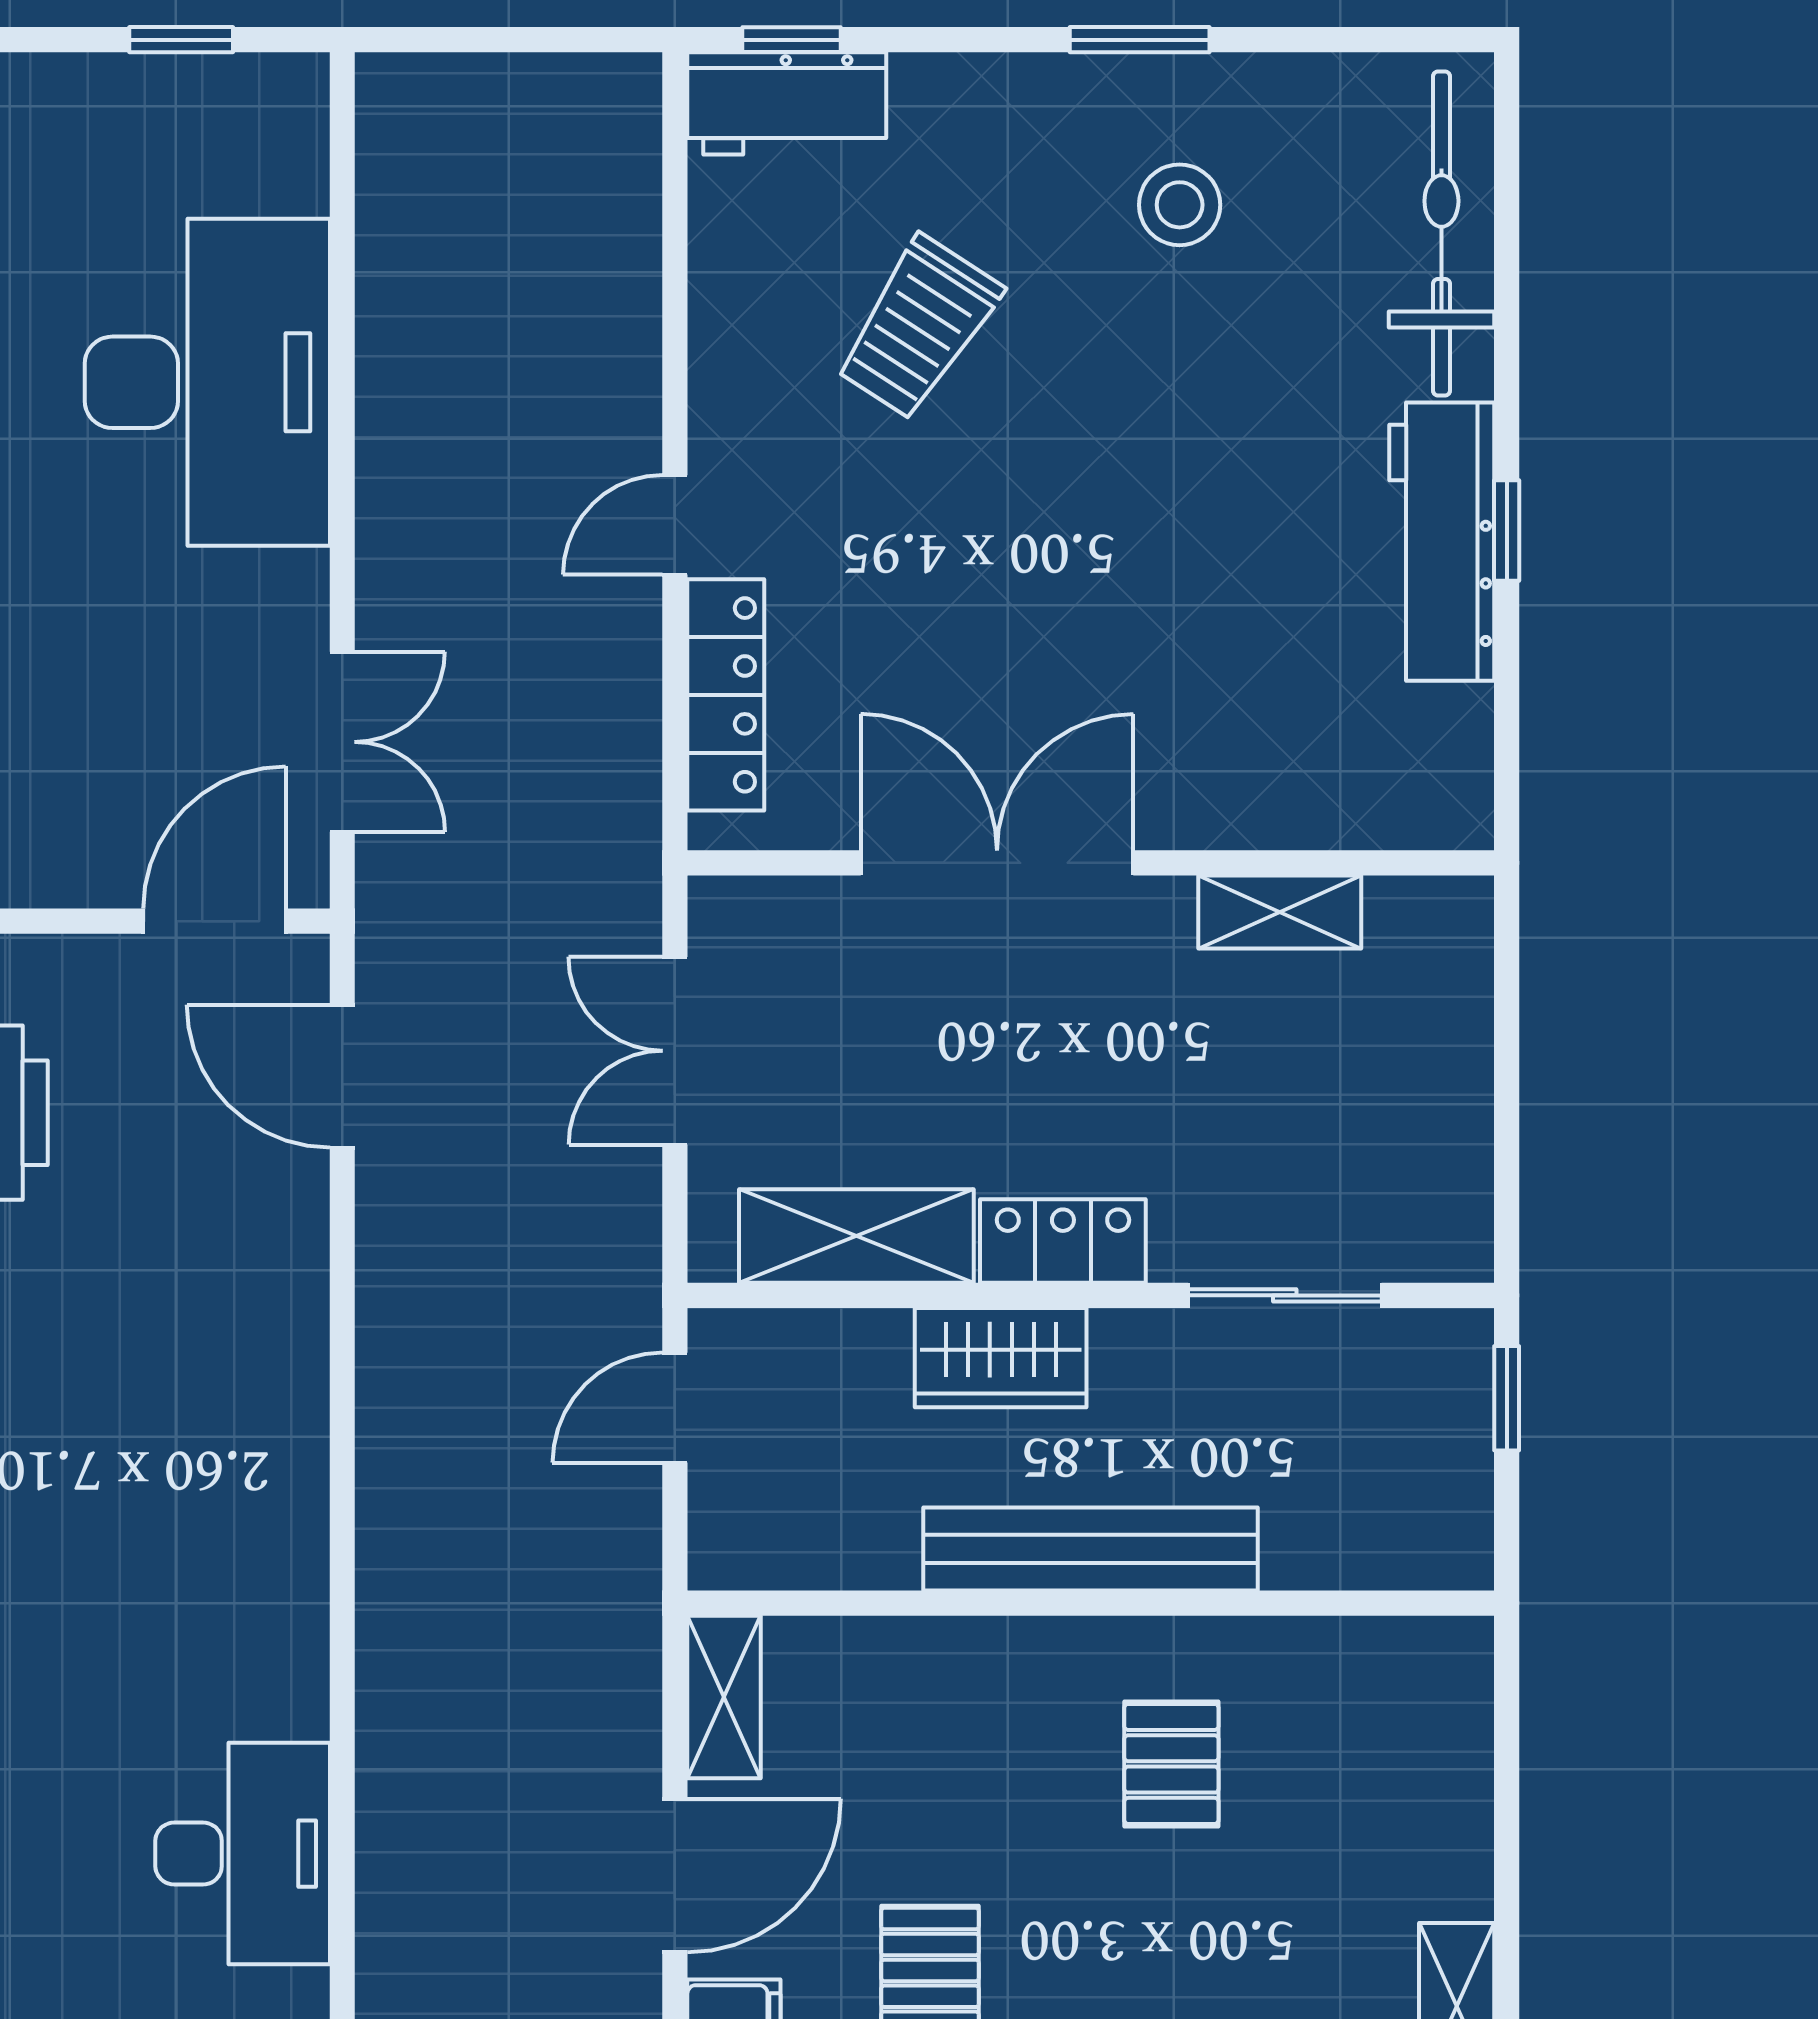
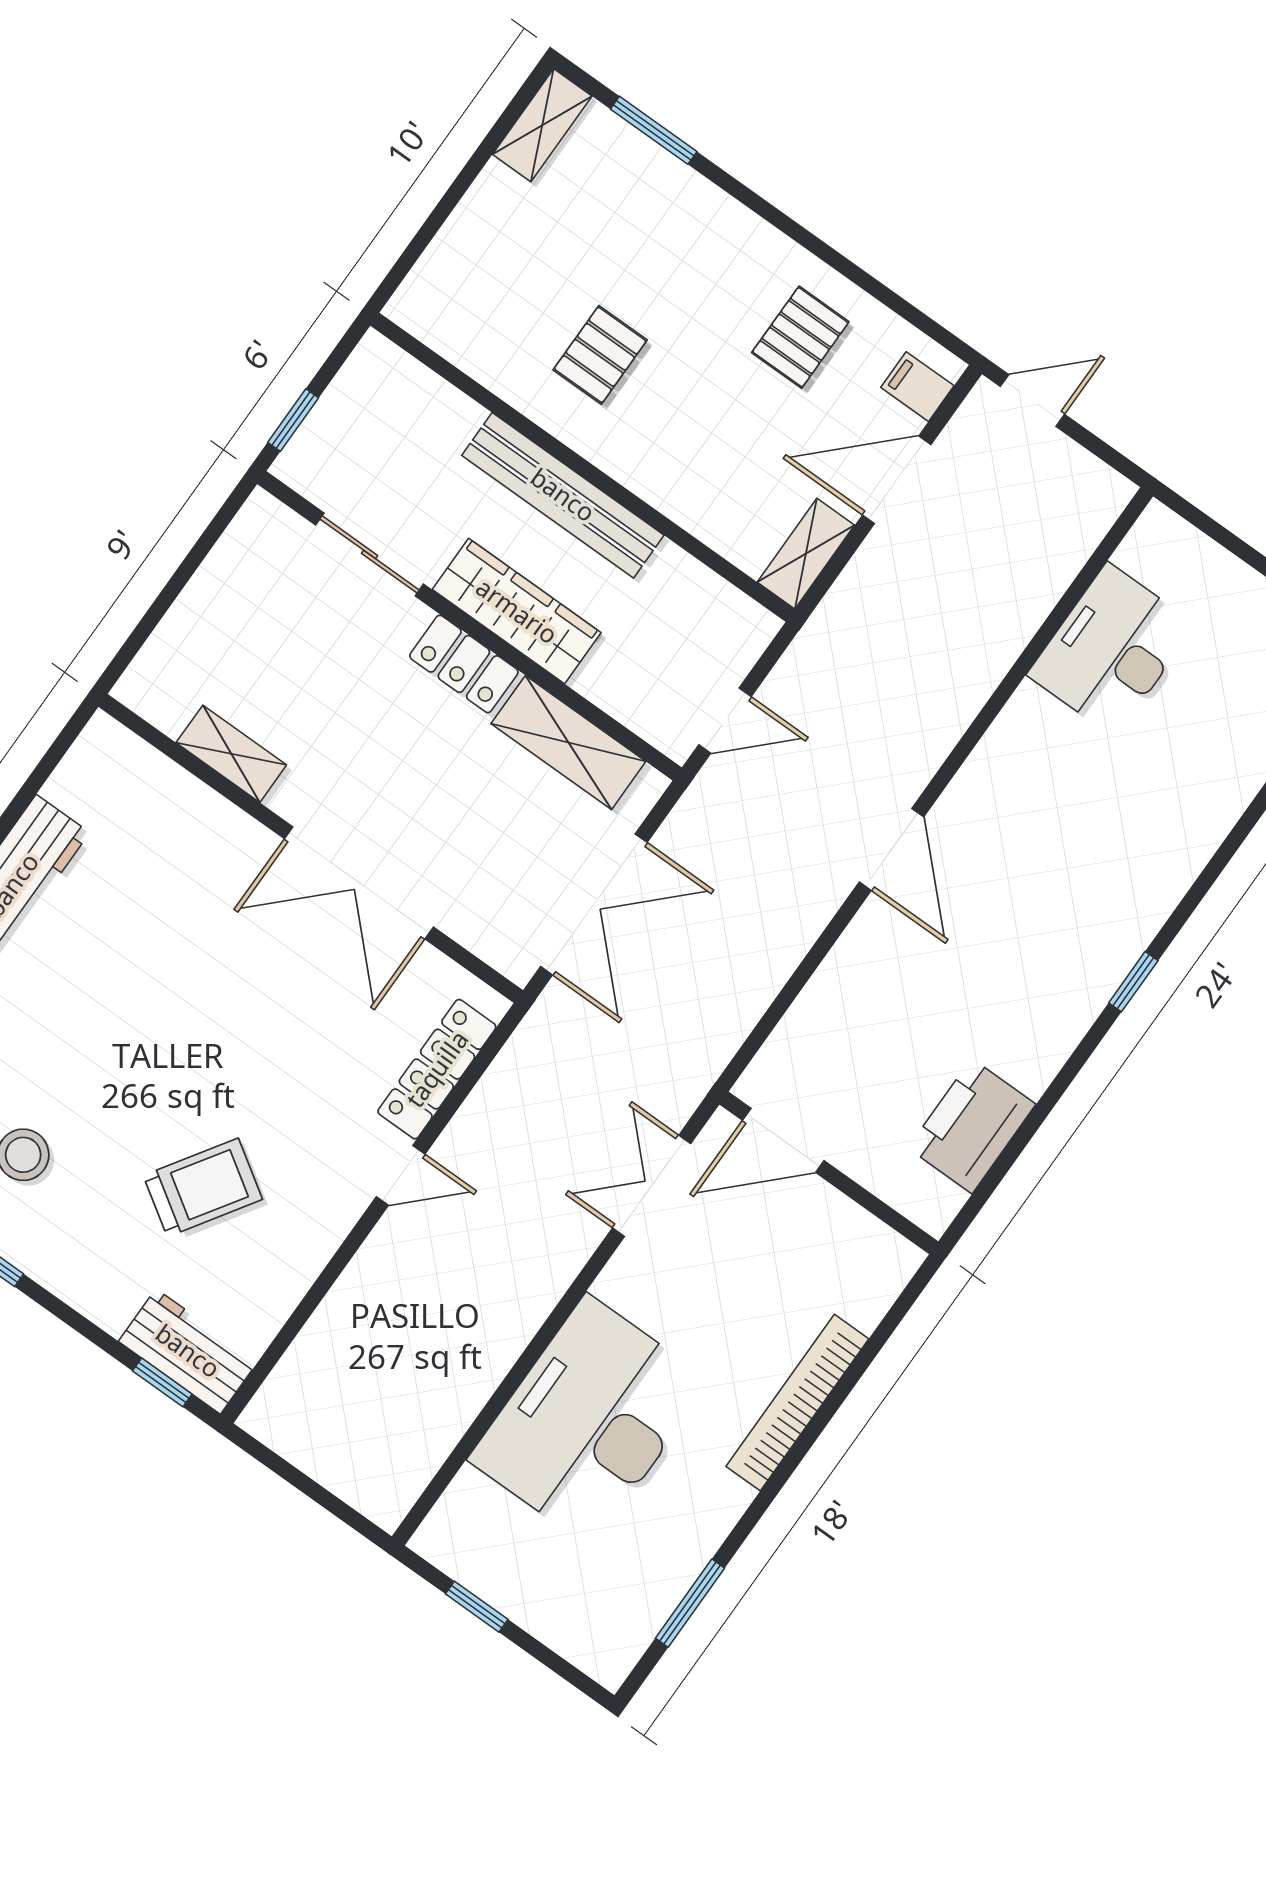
double door: (675, 1051) -> (594, 904), width x1.37
door: (342, 1076) -> (892, 849), moved
wardrobe: (1001, 1358) -> (517, 611), width x1.50

